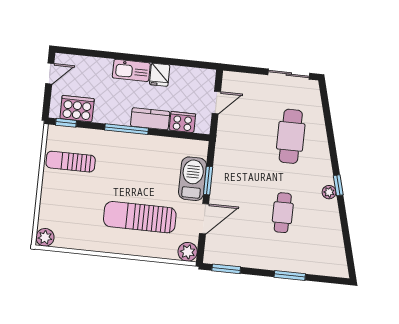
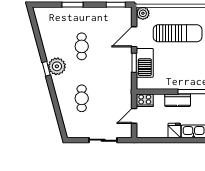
sliding door: (289, 74) -> (103, 140), moved
cooker: (182, 122) -> (145, 100), moved
cafe table: (291, 136) -> (82, 98), width x0.73, depth x0.74
plant: (329, 192) -> (57, 66), width x1.88, depth x1.88

